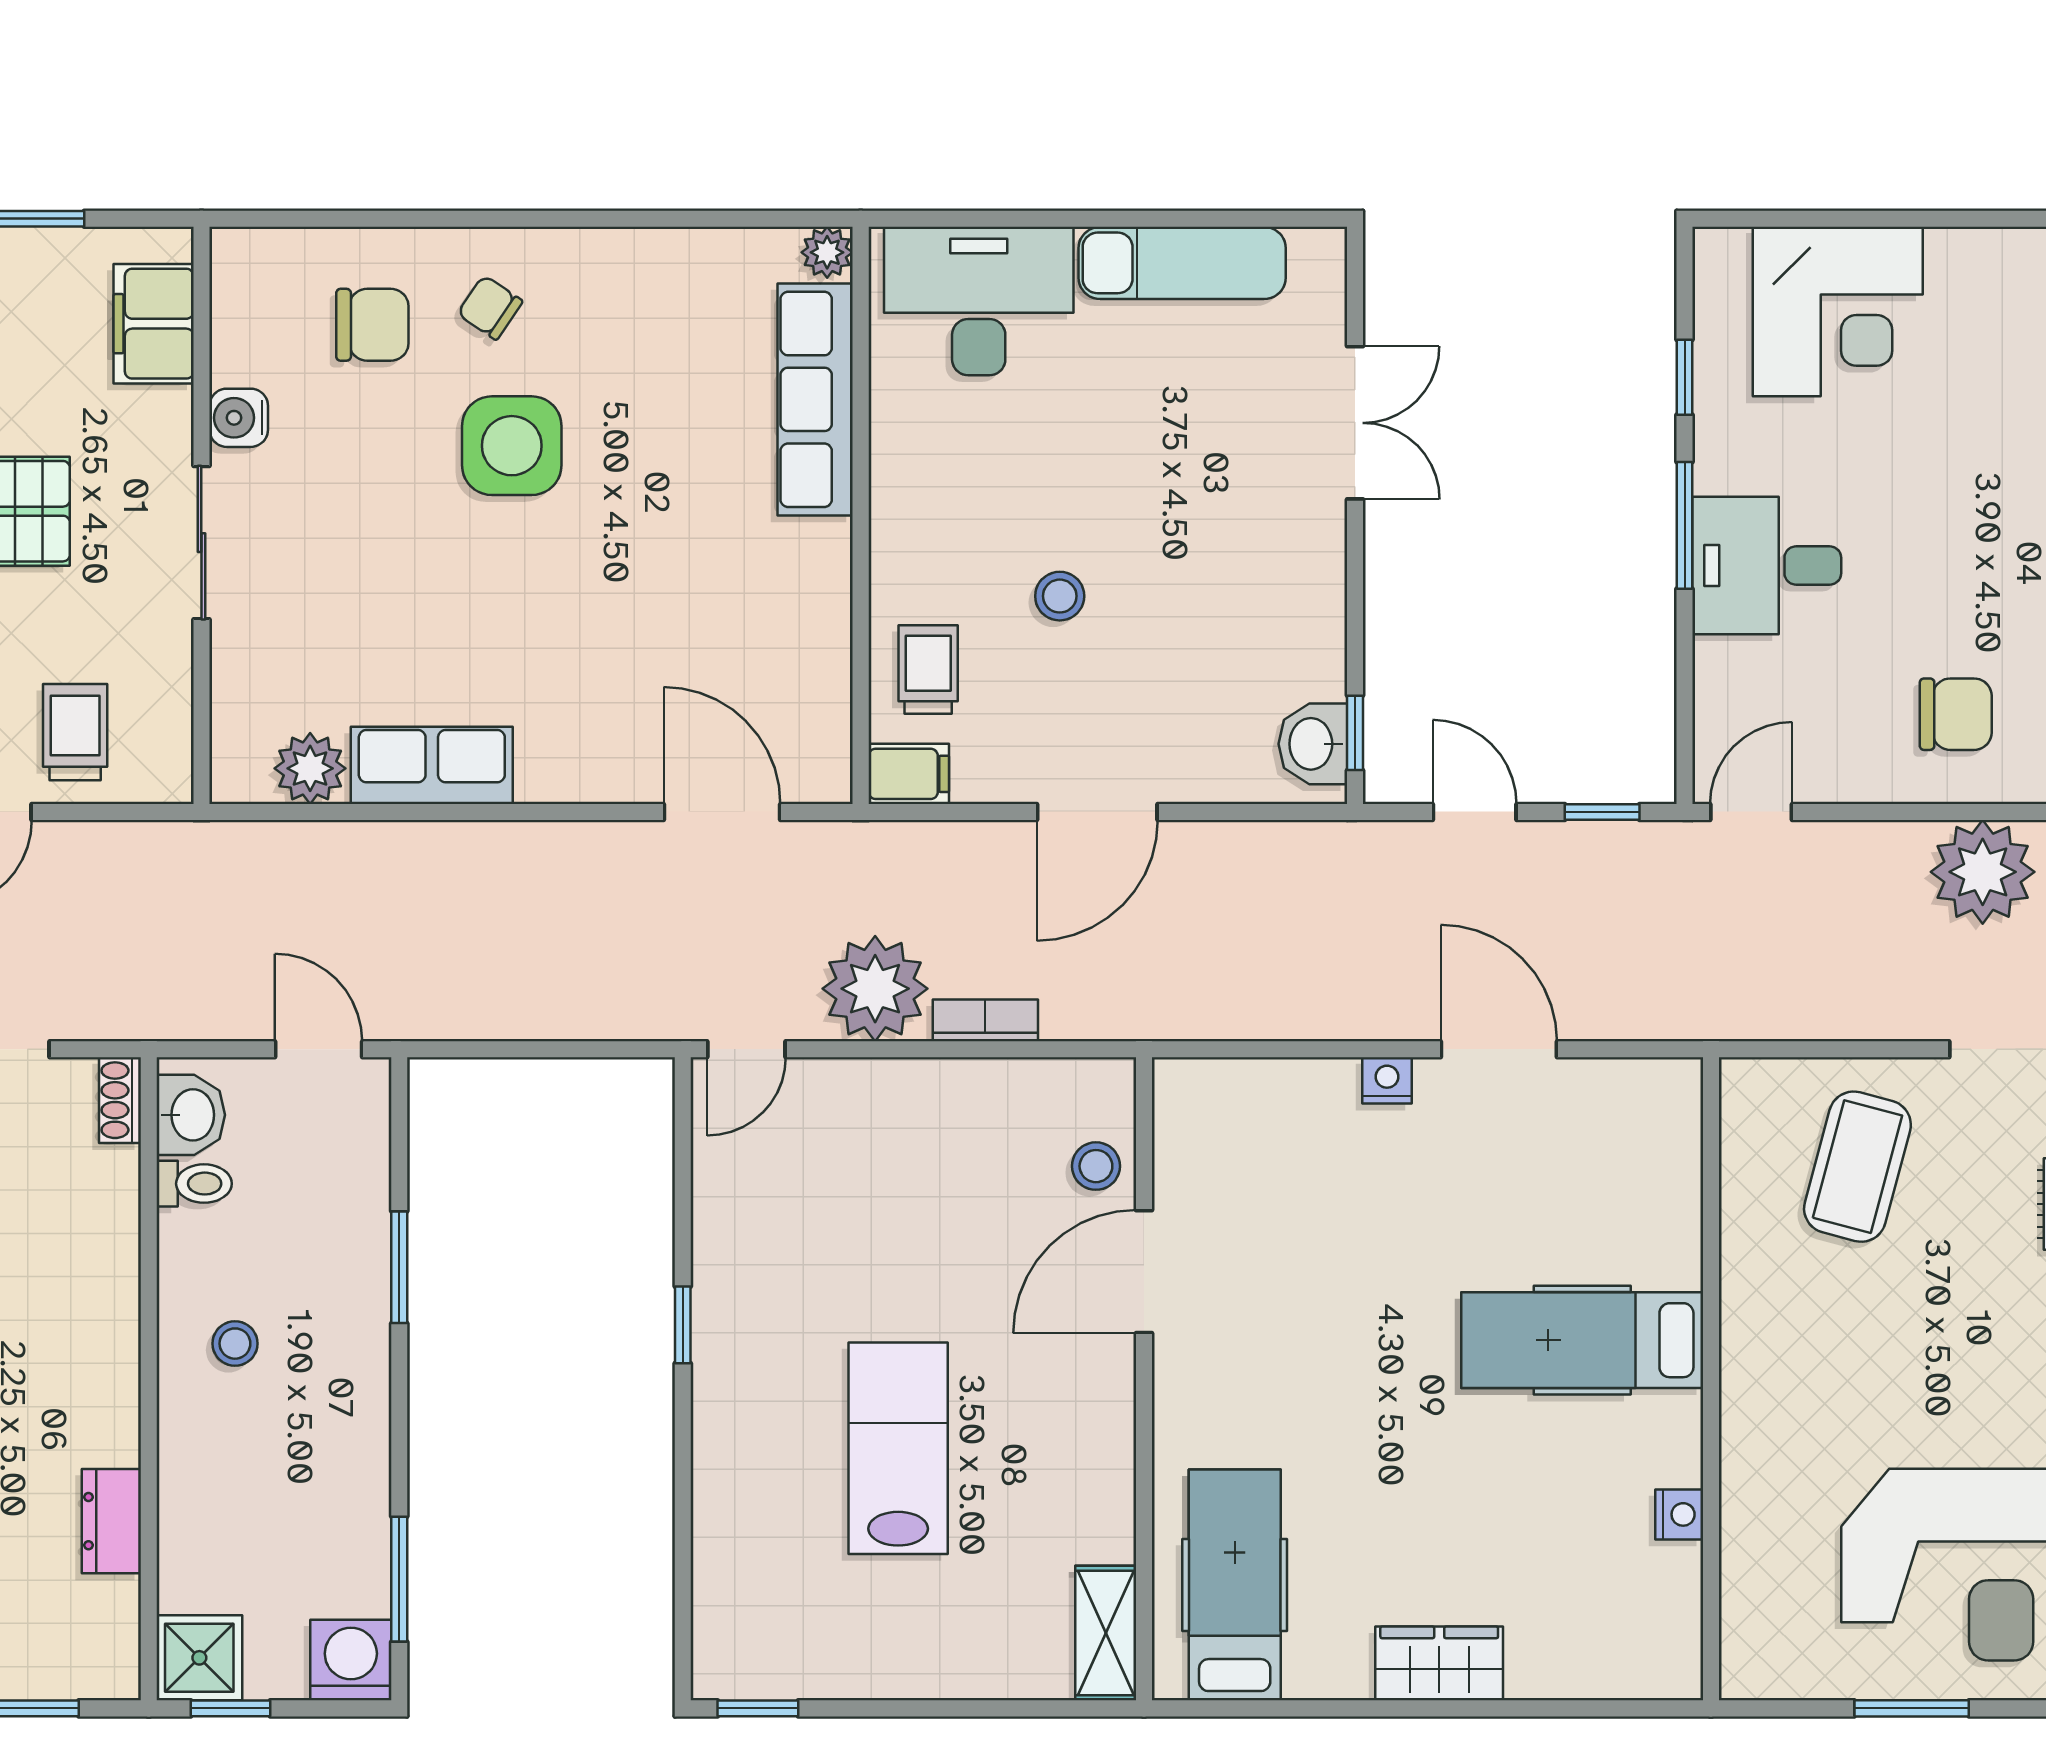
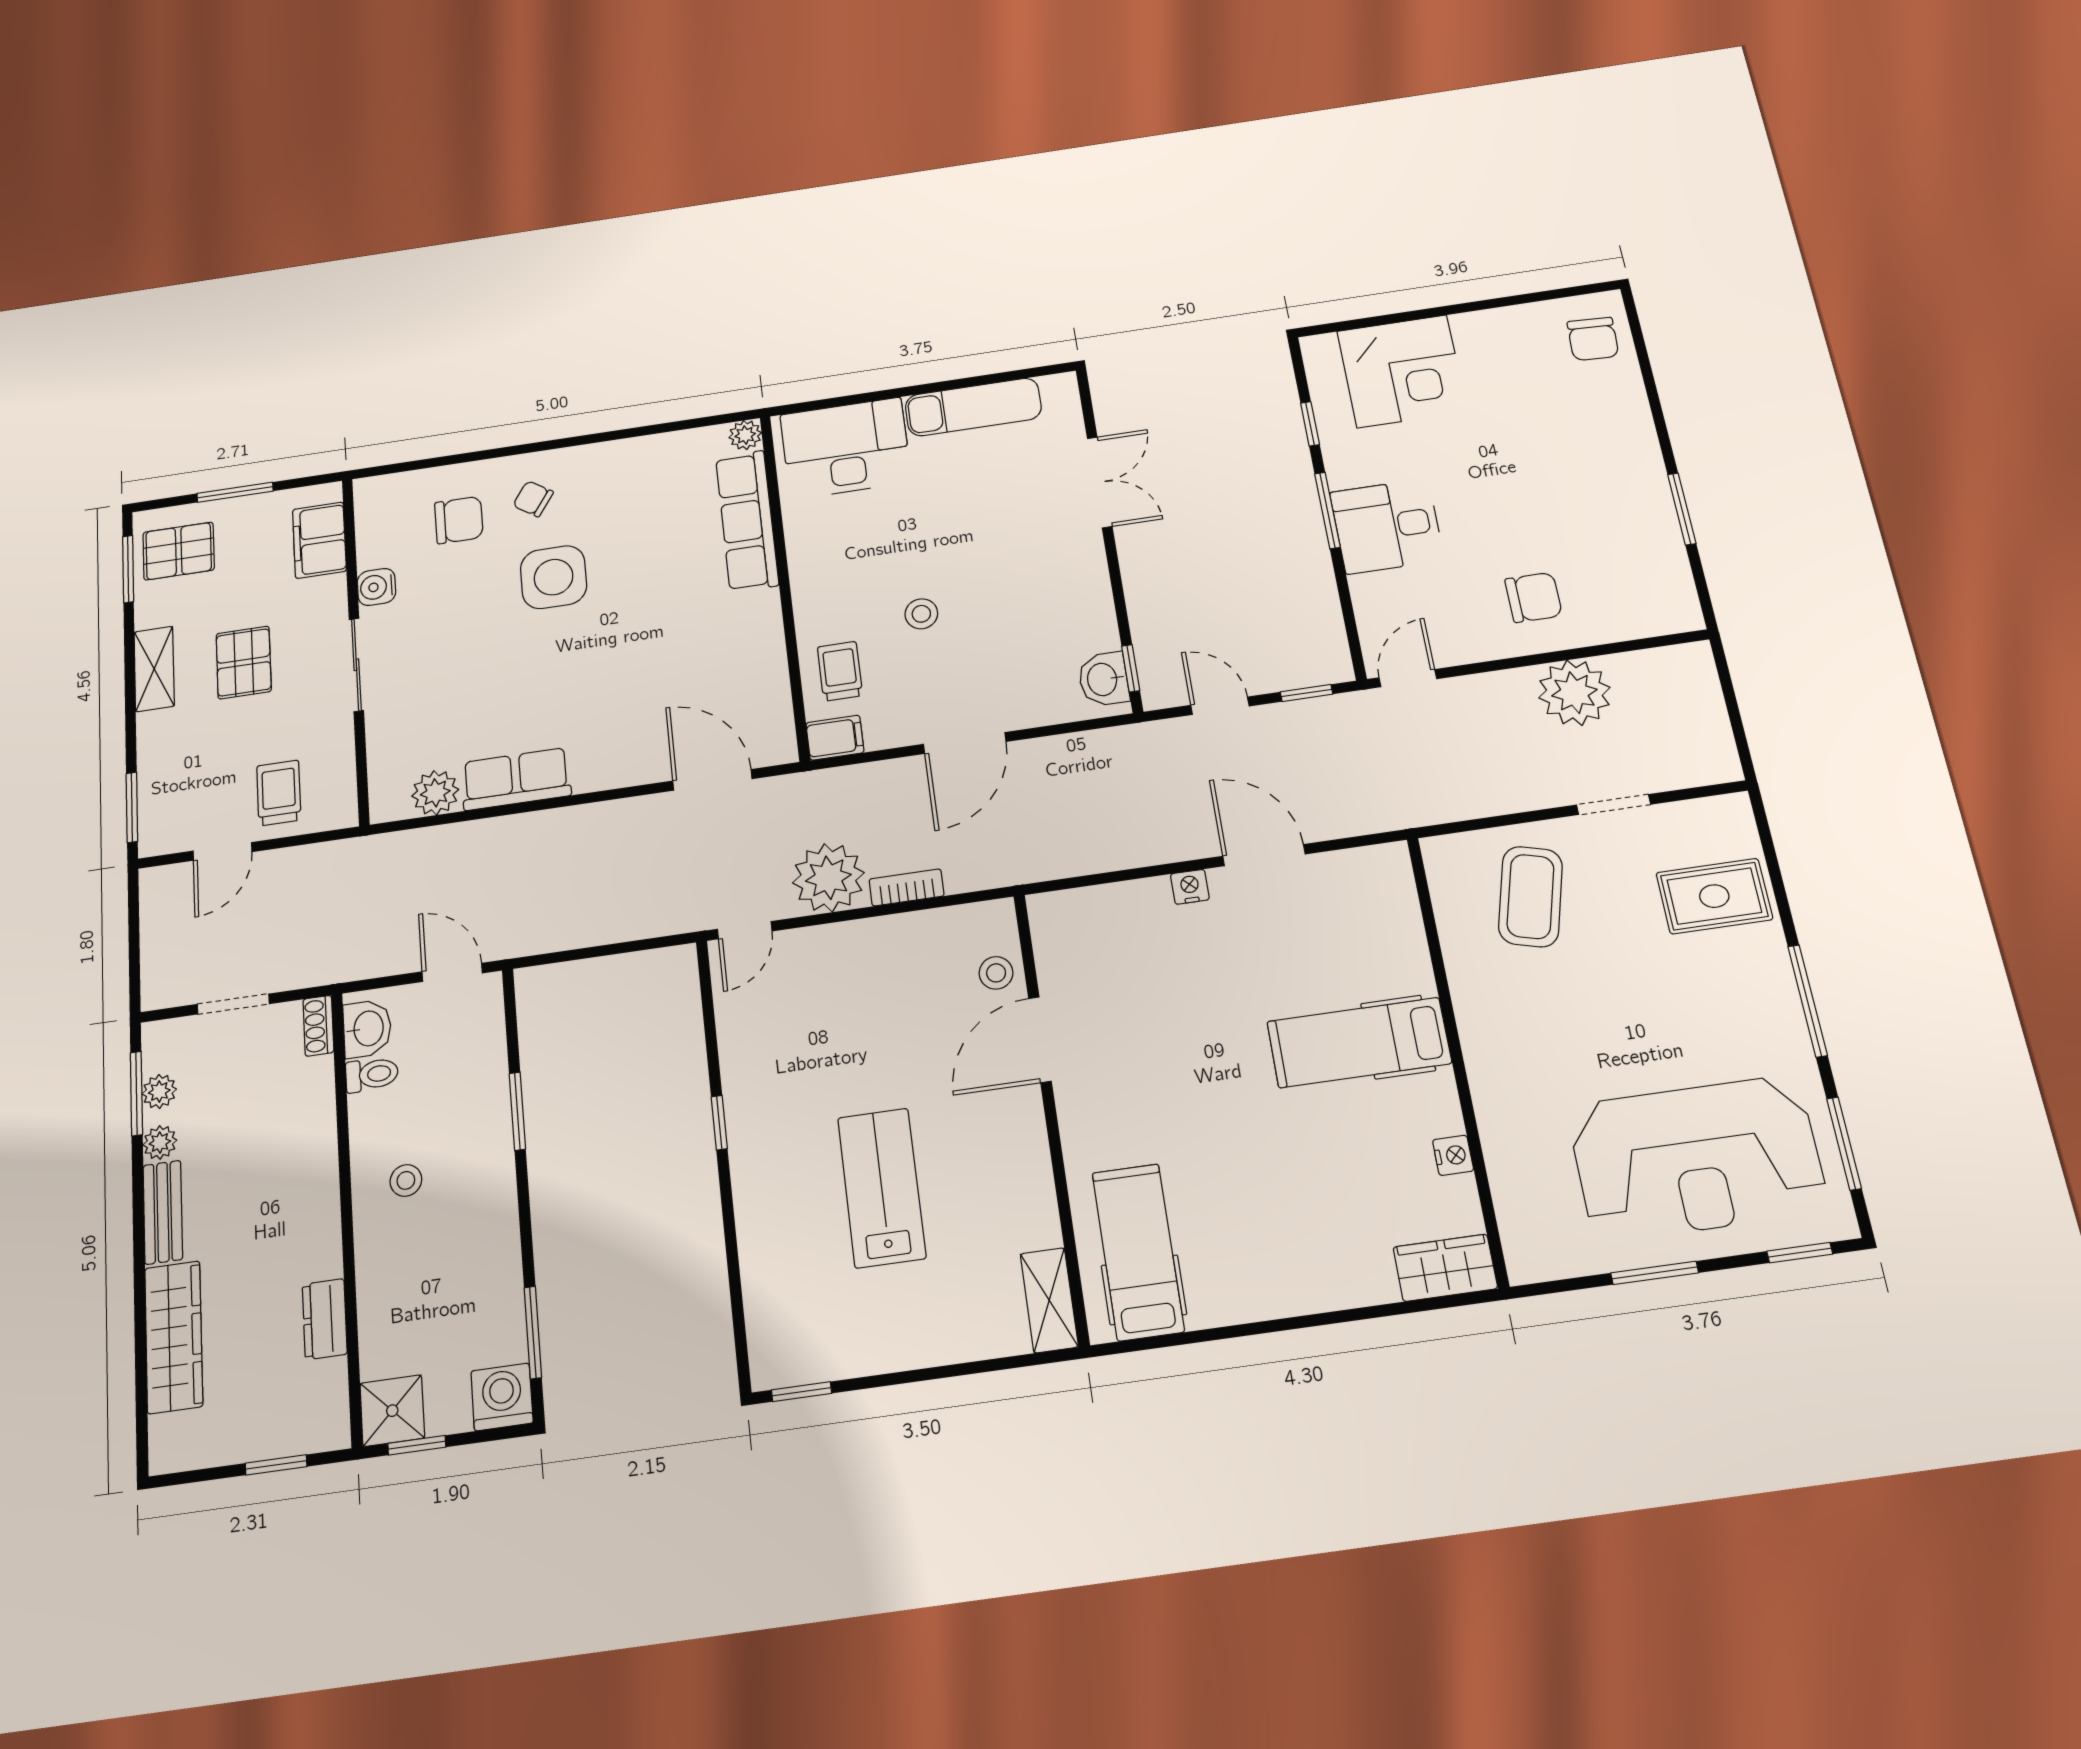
wardrobe: (1439, 1663) -> (1445, 1268), moved

